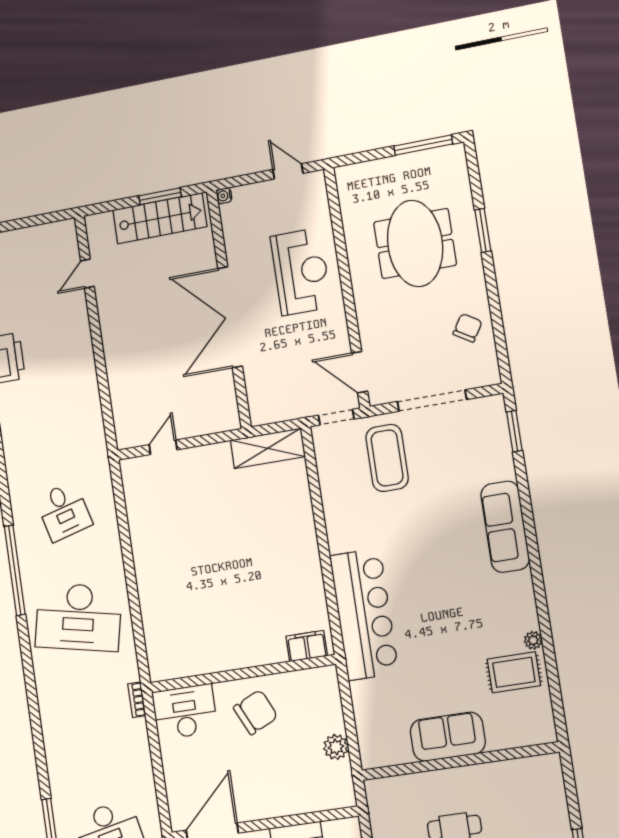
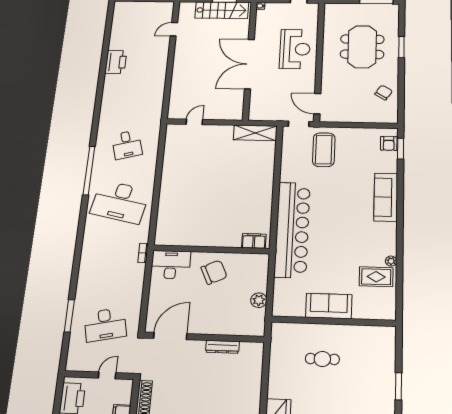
doorway: (432, 401) -> (356, 125), removed
armchair: (493, 425) -> (389, 143), added
bar counter: (364, 614) -> (292, 230), width x1.36

